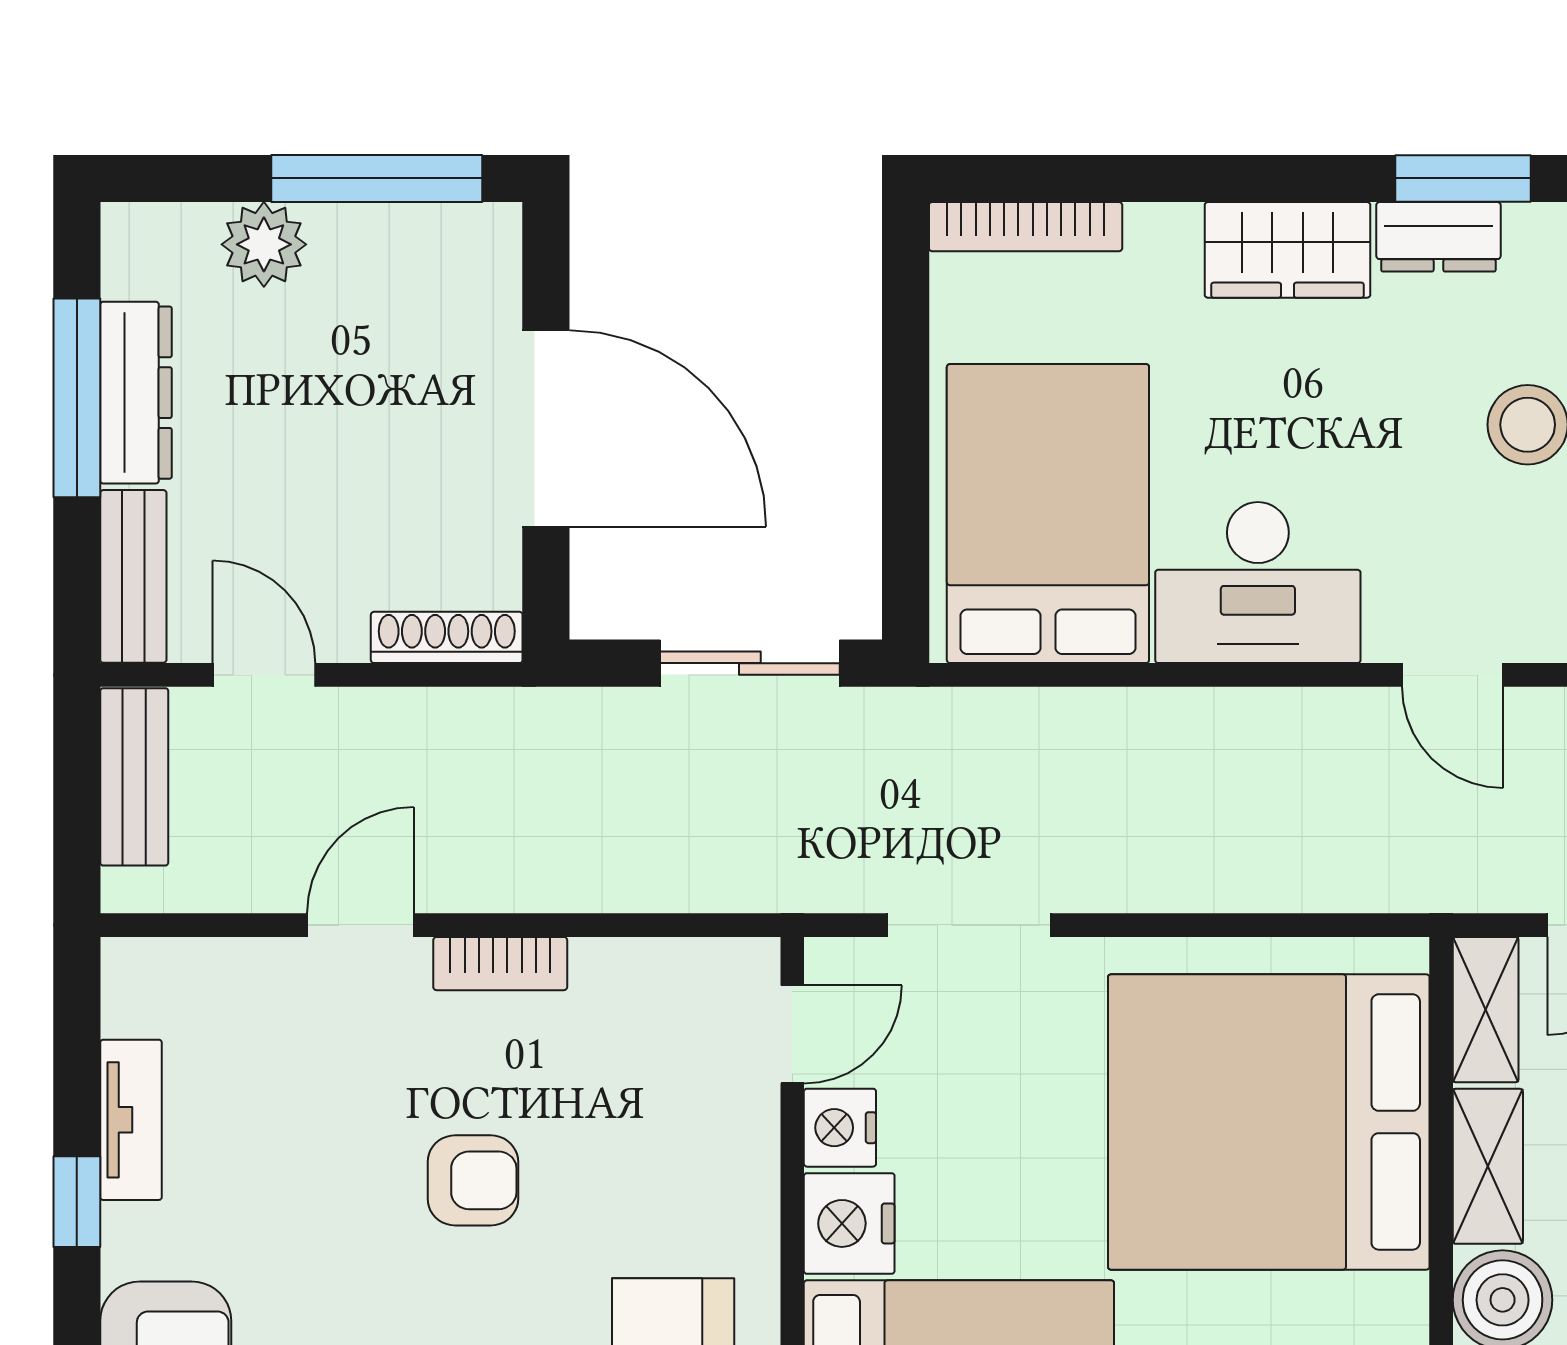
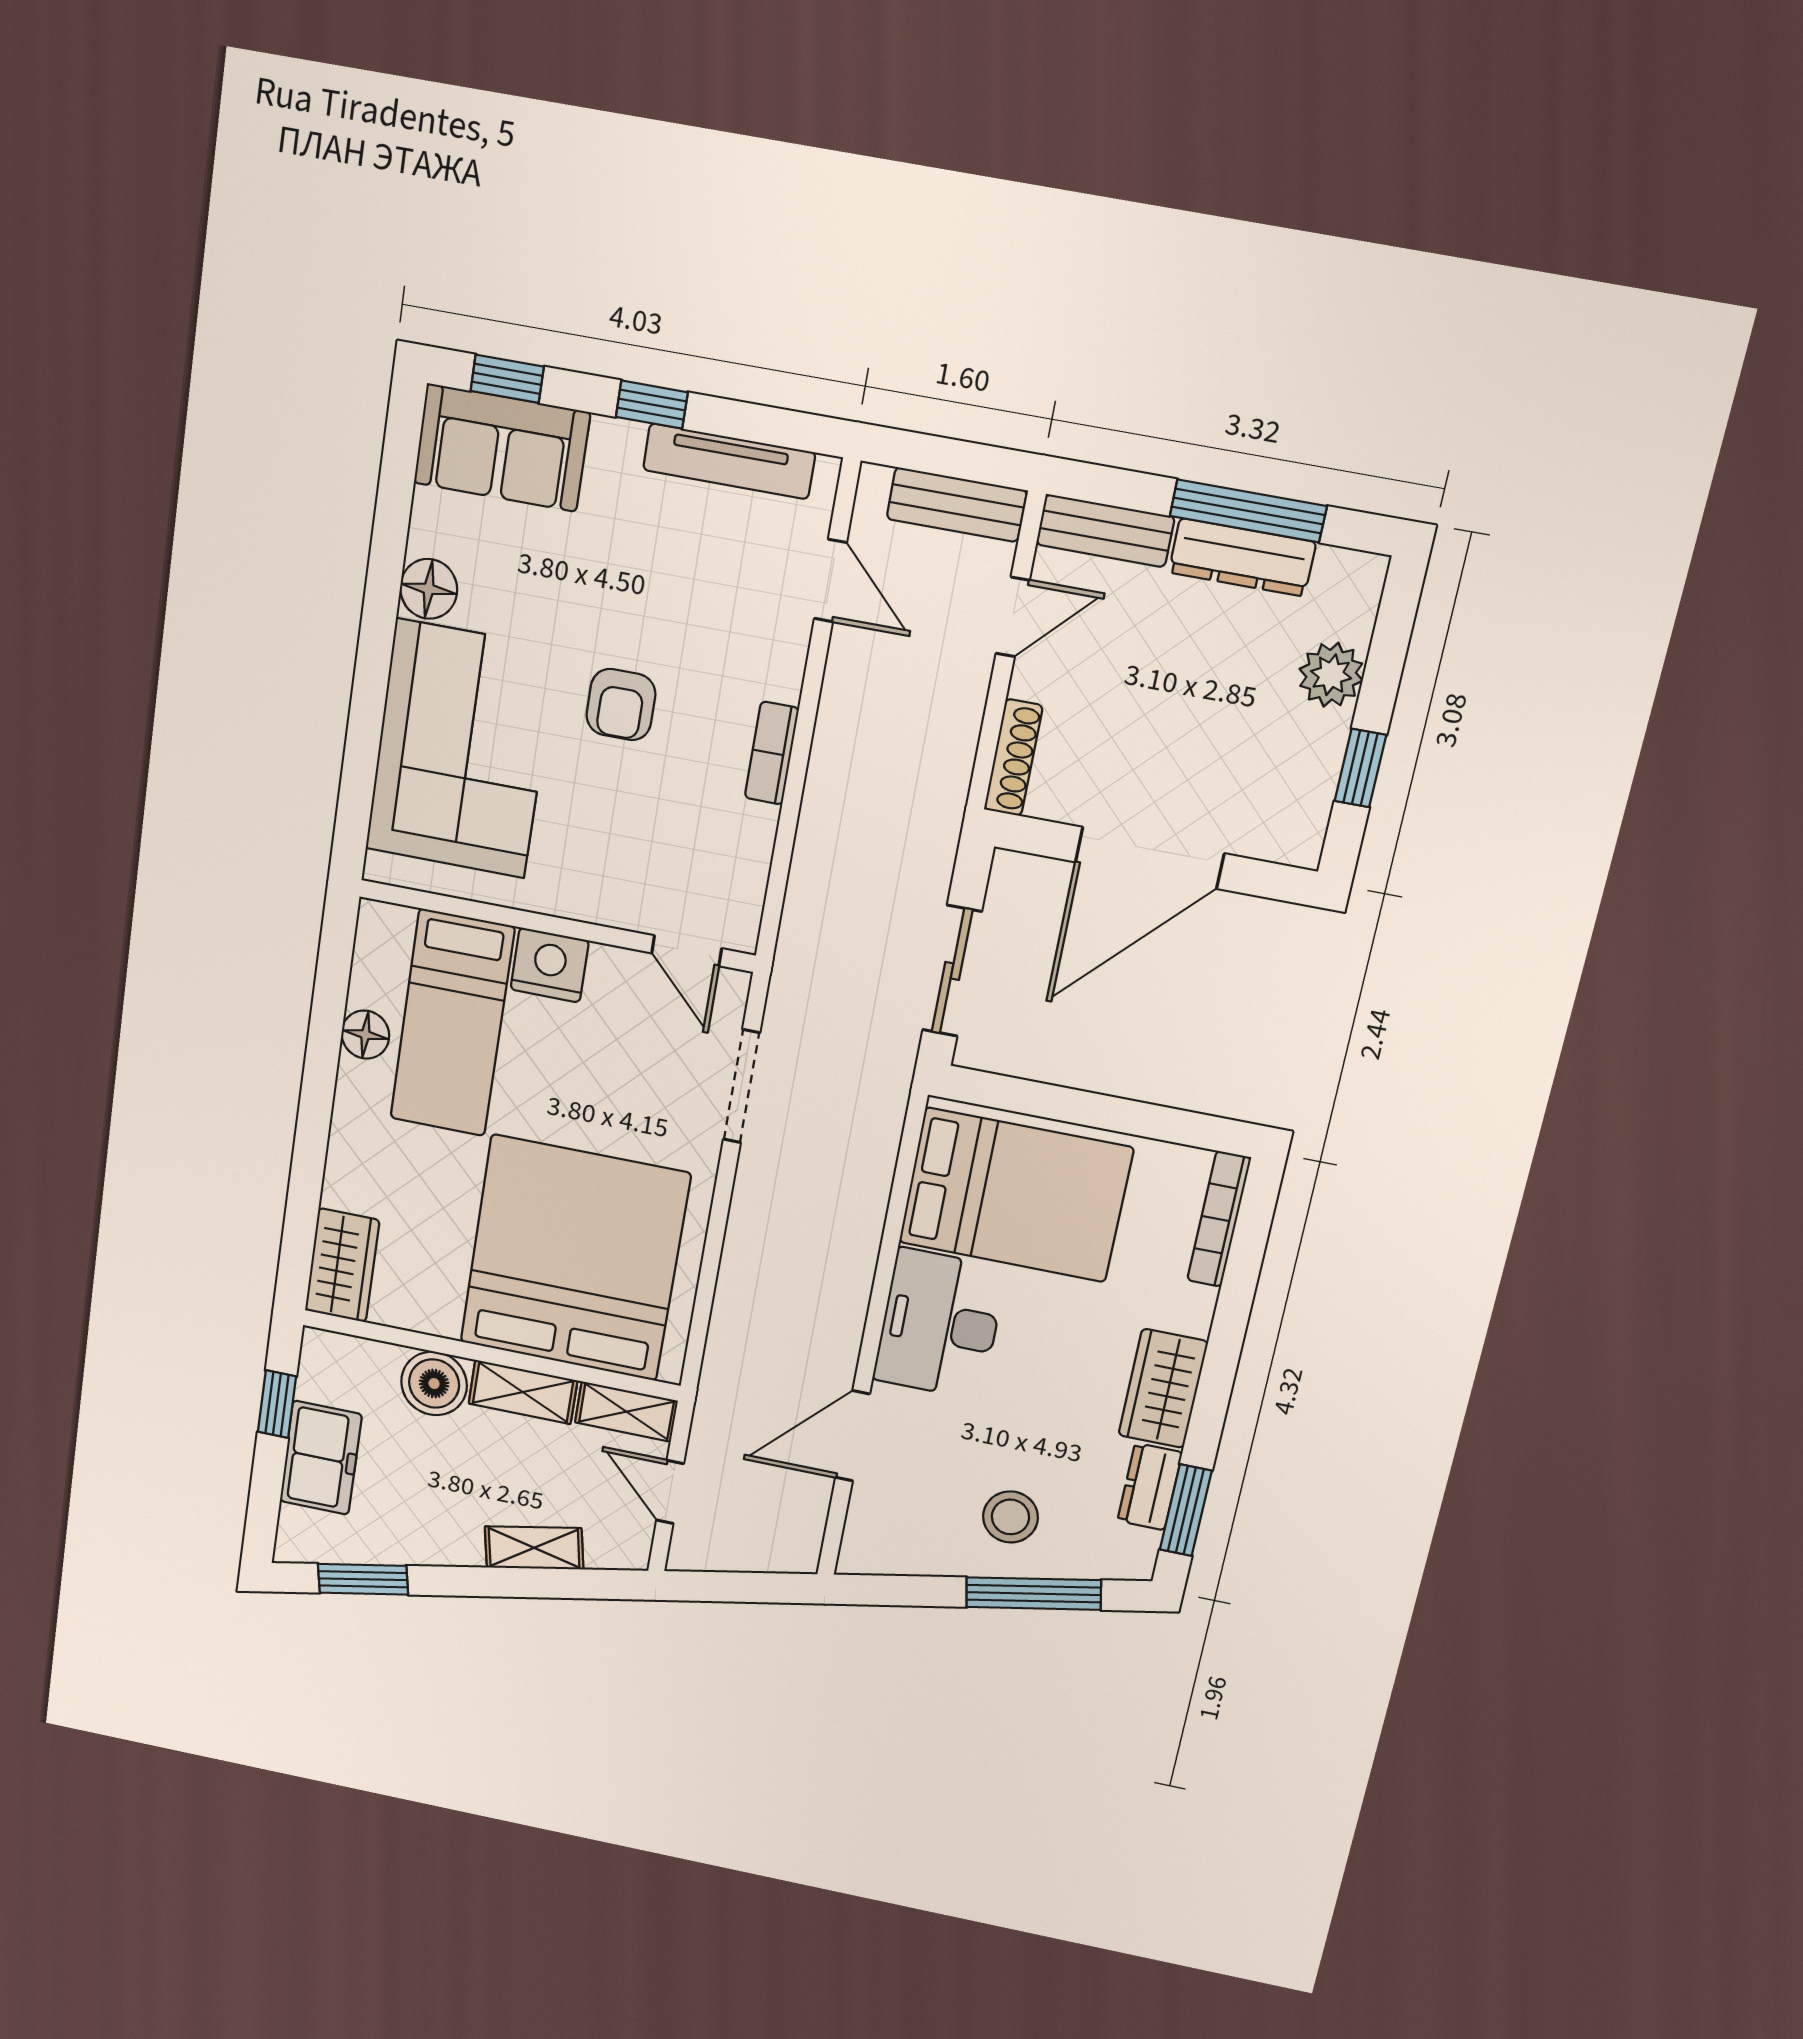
window: (377, 178) -> (1360, 768), width x0.46
door: (1452, 675) -> (853, 1436), width x1.38
door: (360, 925) -> (830, 581), moved
tv unit: (131, 1120) -> (729, 461), width x1.41
nightstand: (840, 1128) -> (617, 971), removed

